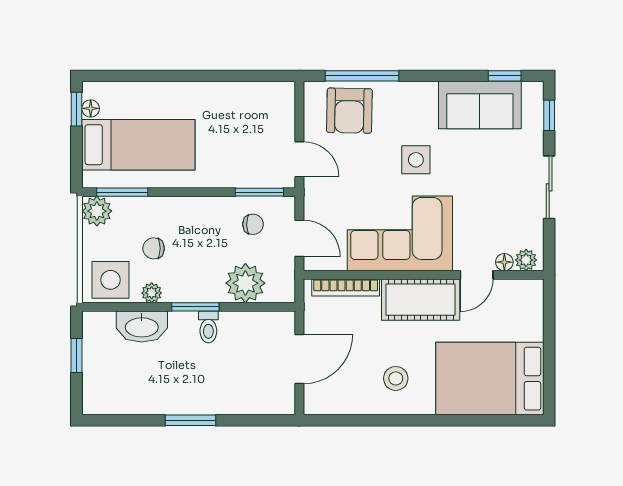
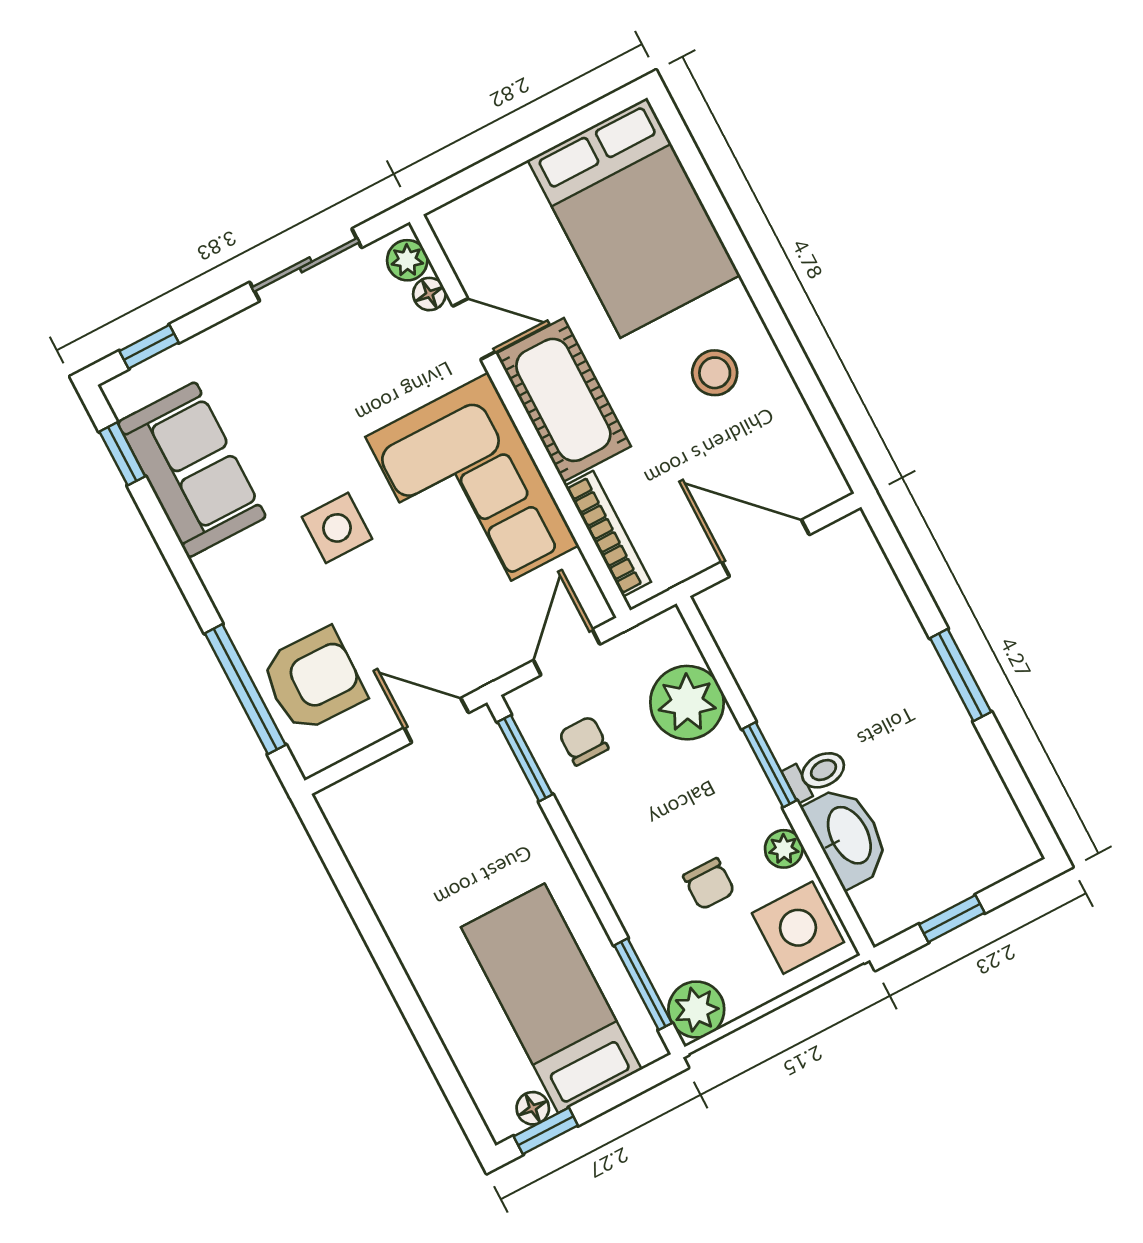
door: (299, 159) -> (436, 720), hinge flipped
sliding door: (549, 187) -> (306, 265), moved
toilet: (208, 327) -> (816, 774), moved

